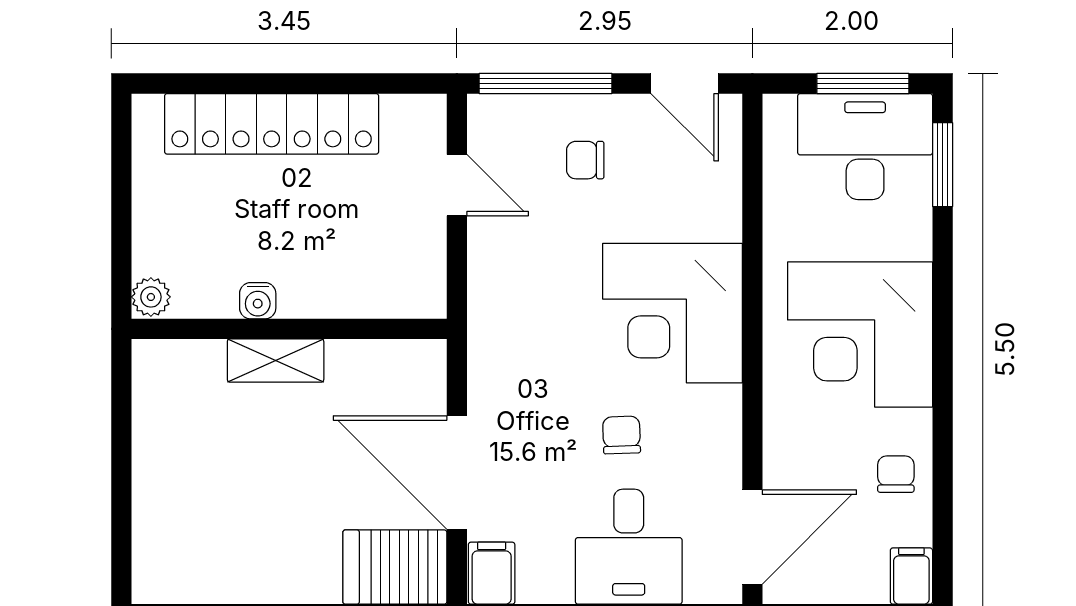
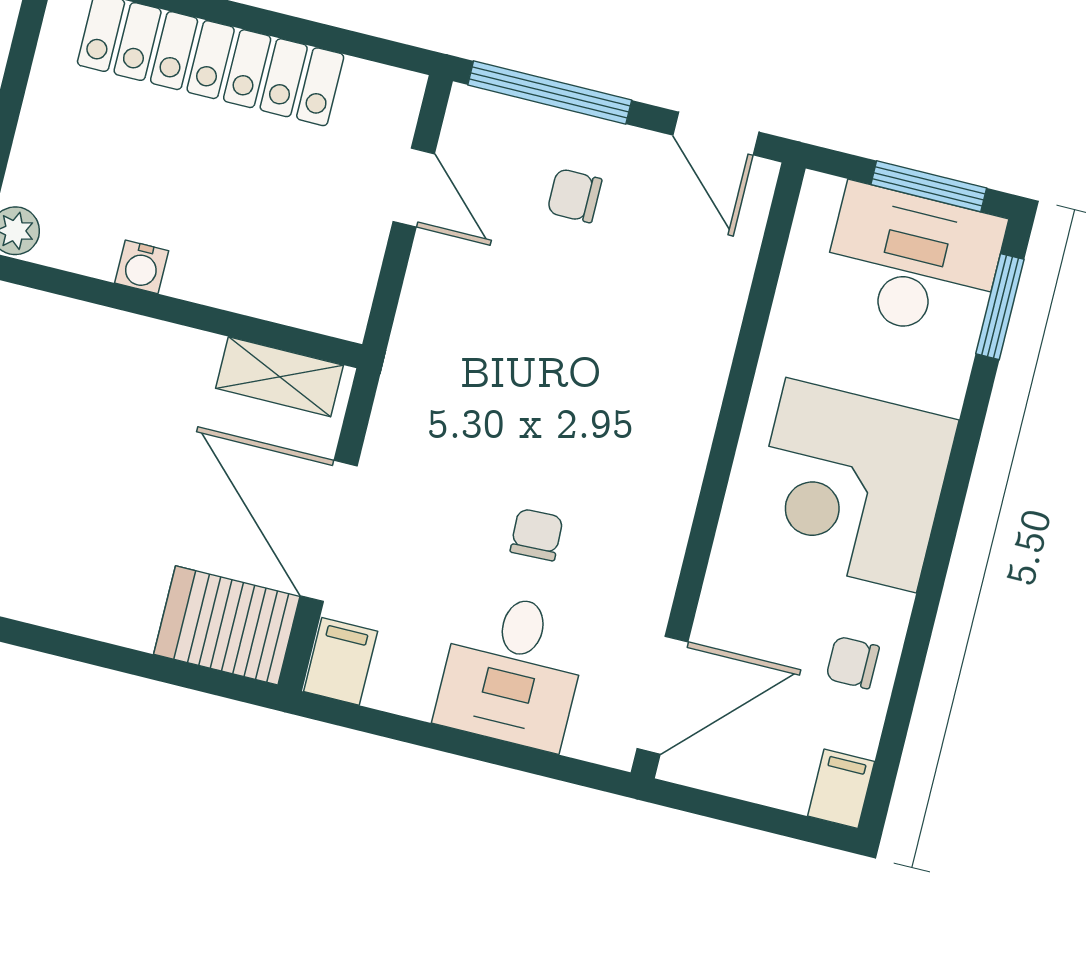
corner desk: (672, 313) -> (633, 404), removed
shelving: (276, 361) -> (280, 377), moved
chair: (896, 474) -> (853, 662), turned -90

